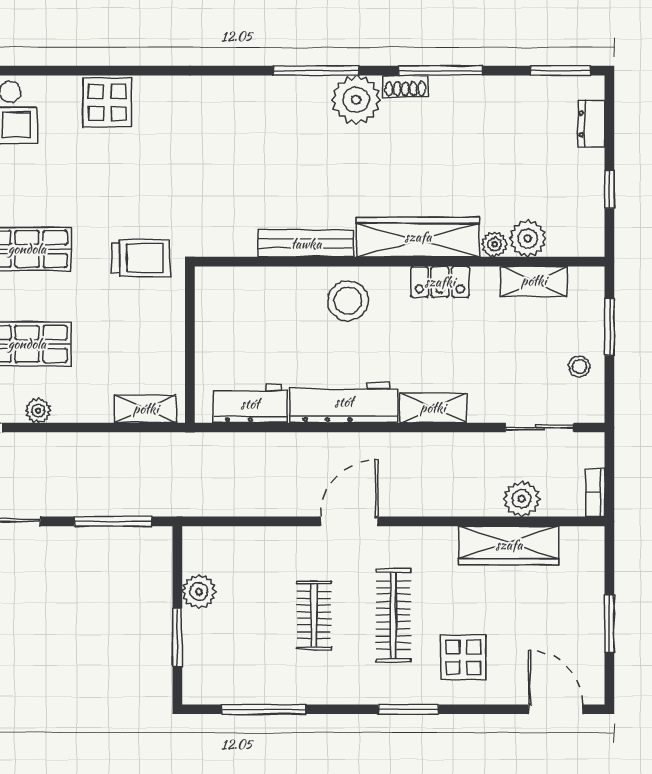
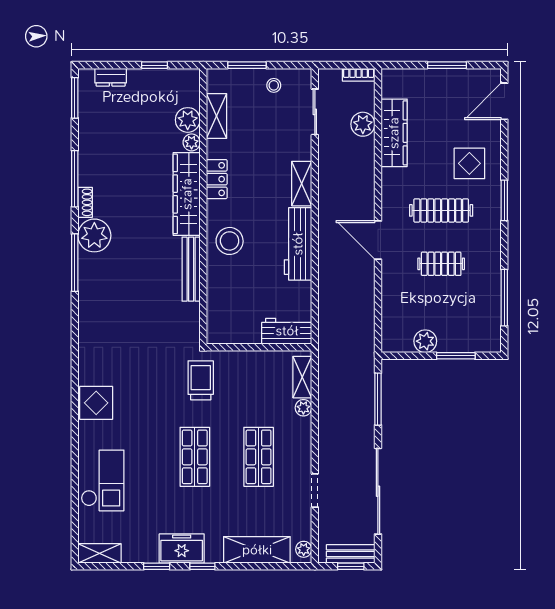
workbench: (250, 404) -> (287, 331), moved, turned 90
plant: (38, 411) -> (303, 408), moved

